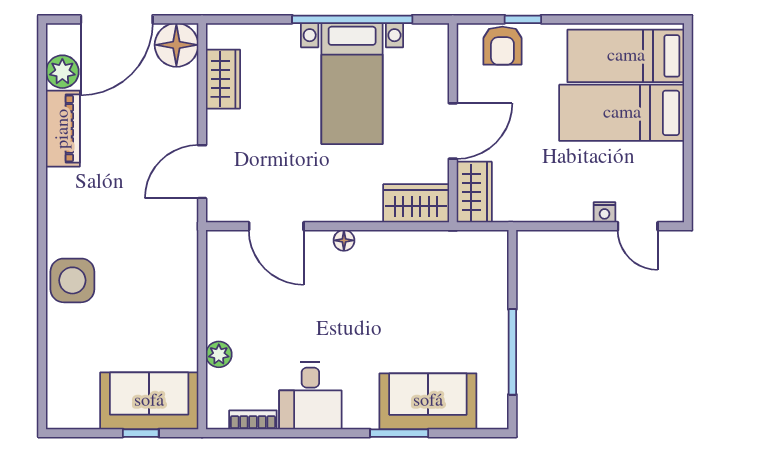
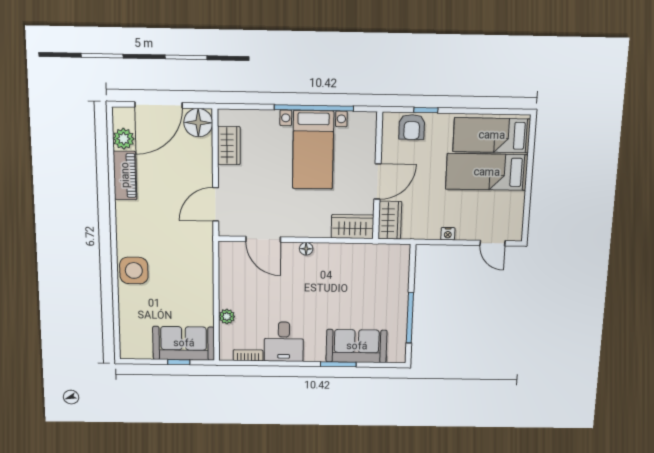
nightstand: (604, 212) -> (448, 234), moved

